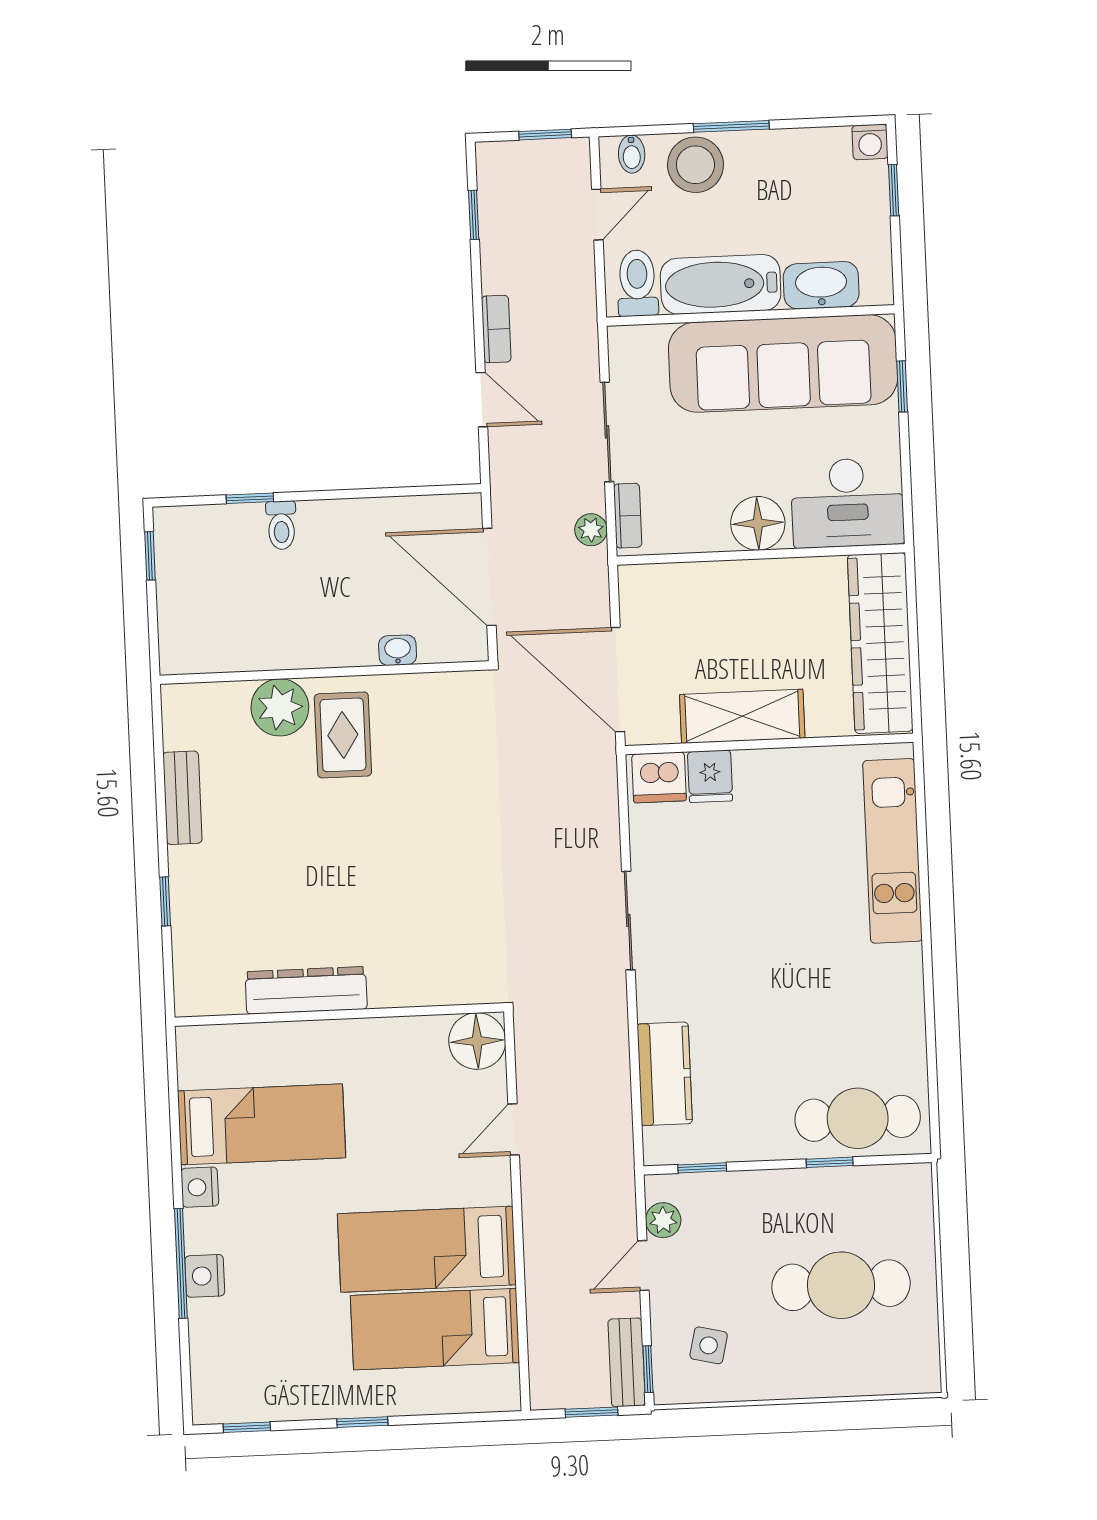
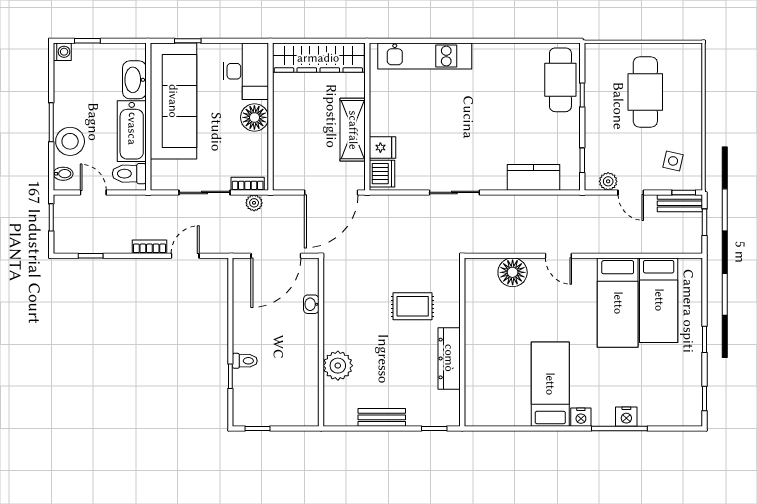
rug: (343, 735) -> (413, 306), moved
dresser: (306, 990) -> (449, 358), moved
wall: (339, 1015) -> (462, 342), moved

